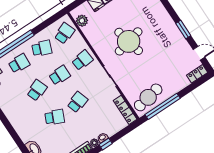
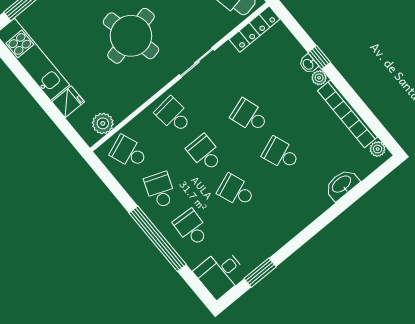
school desk: (55, 117) -> (281, 154), turned -45

